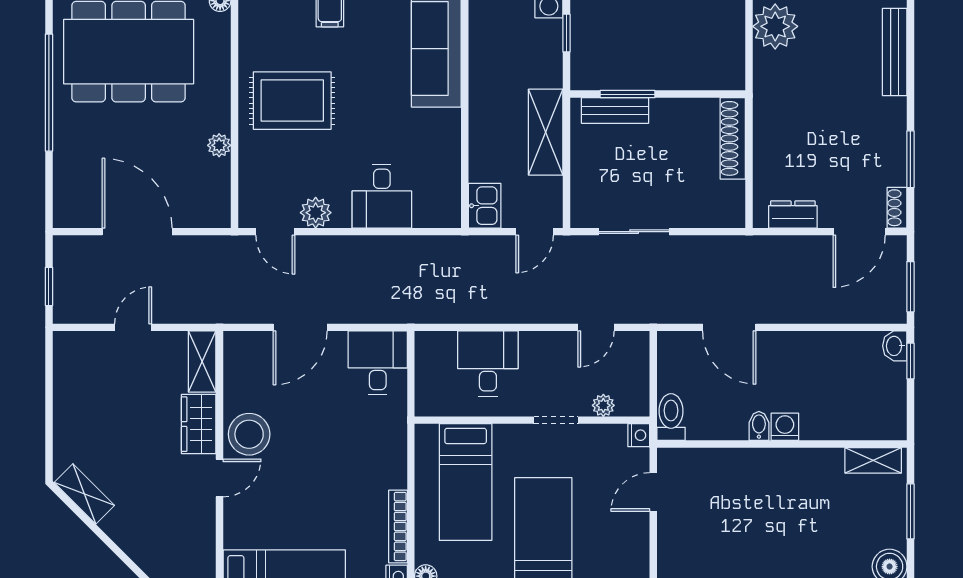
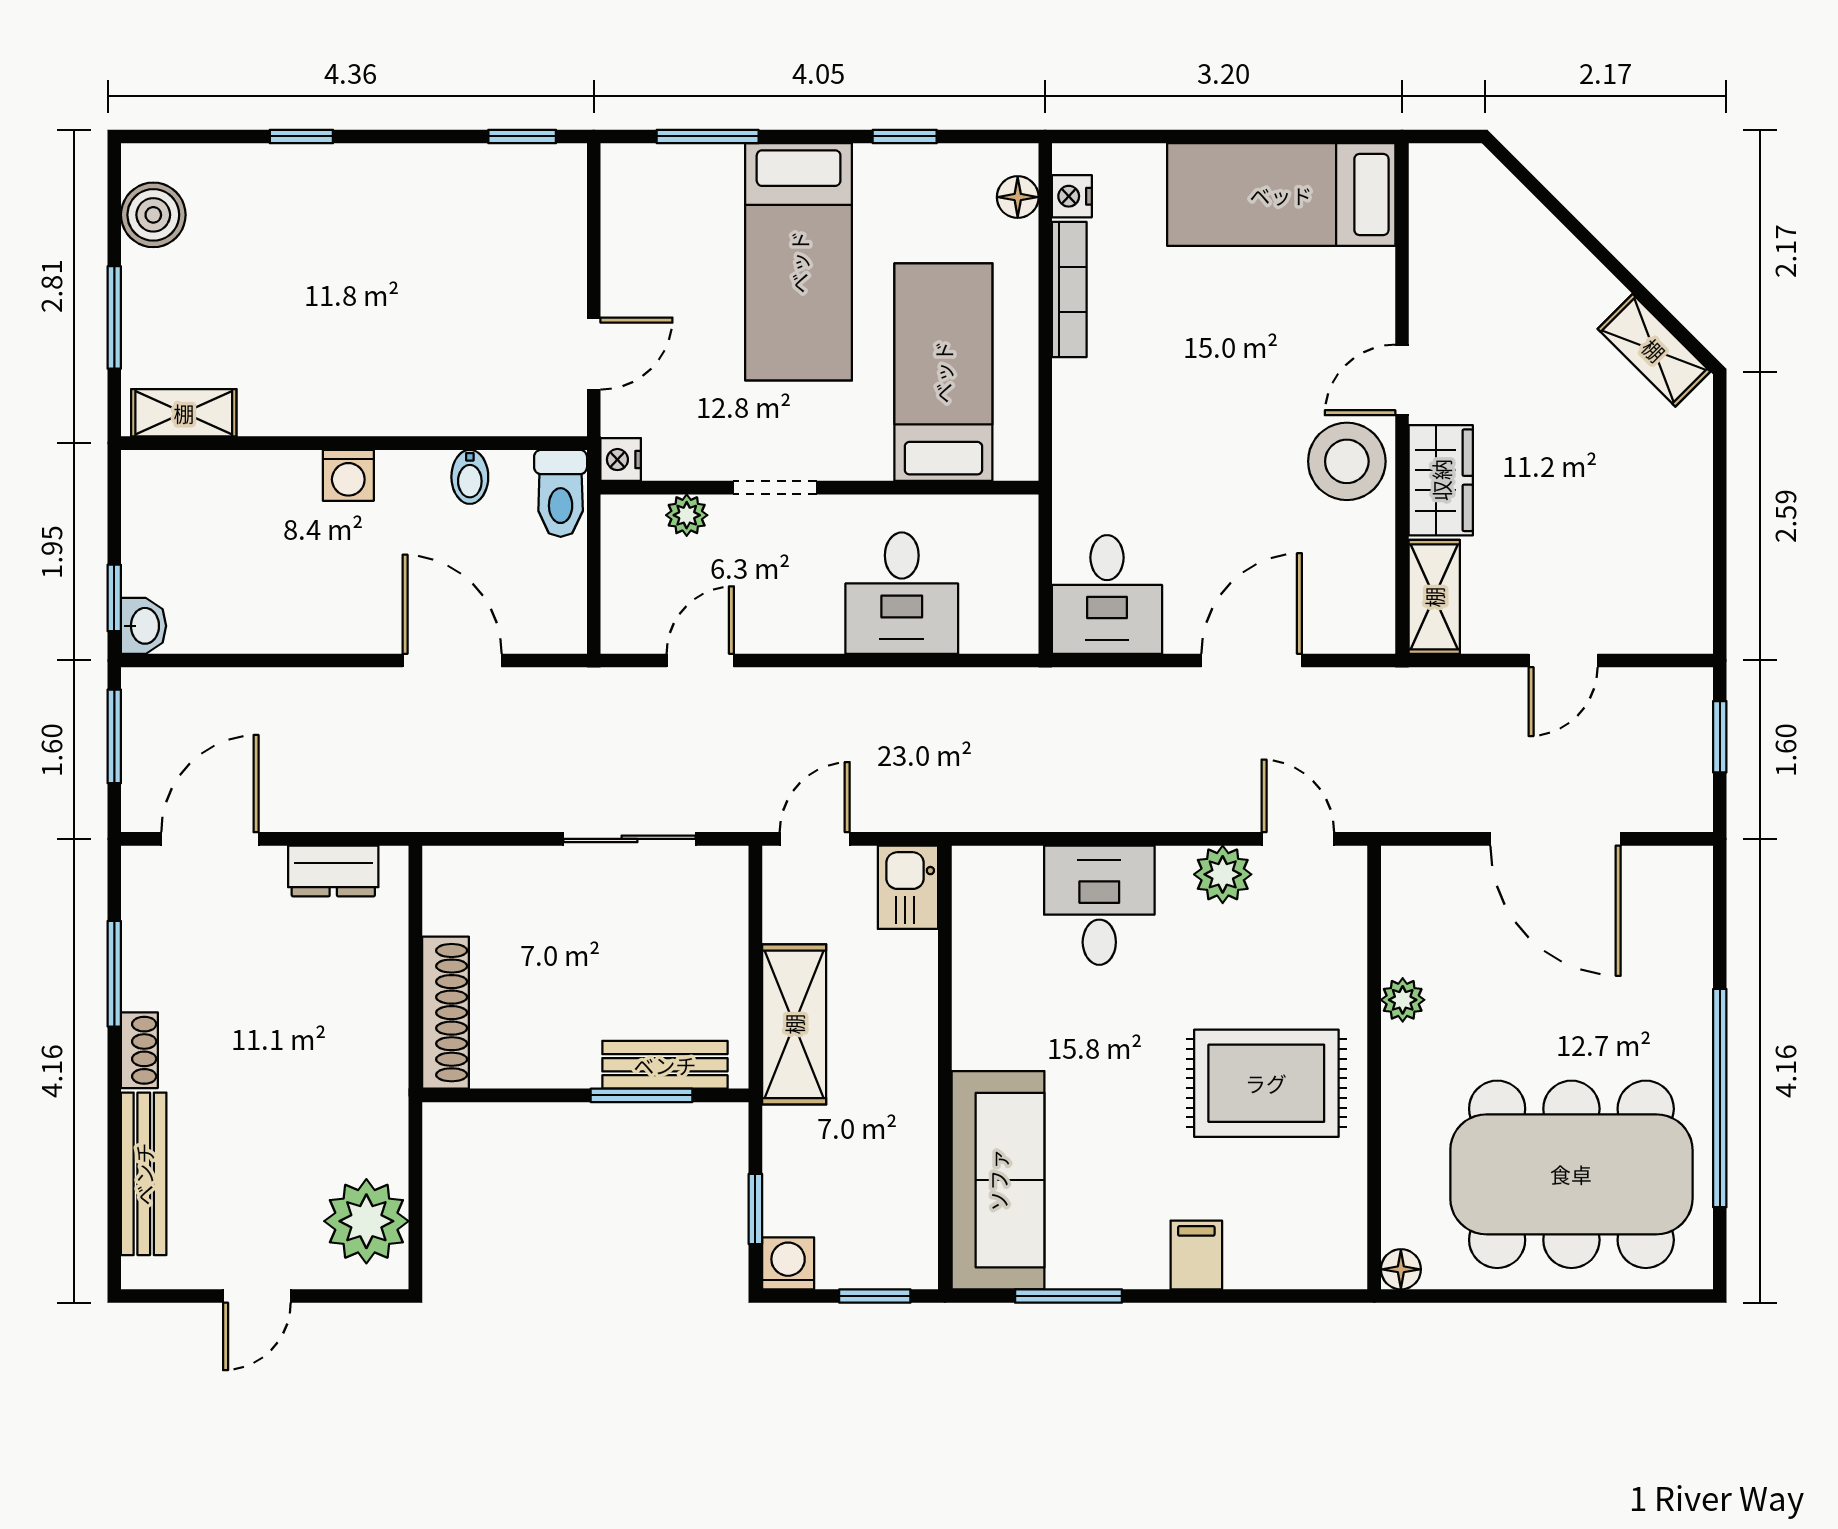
shoe rack: (897, 208) -> (139, 1050), moved
bidet: (759, 426) -> (470, 477), moved

